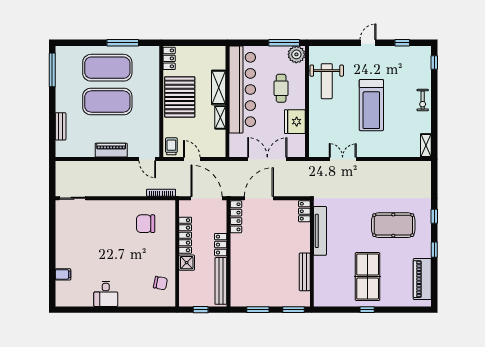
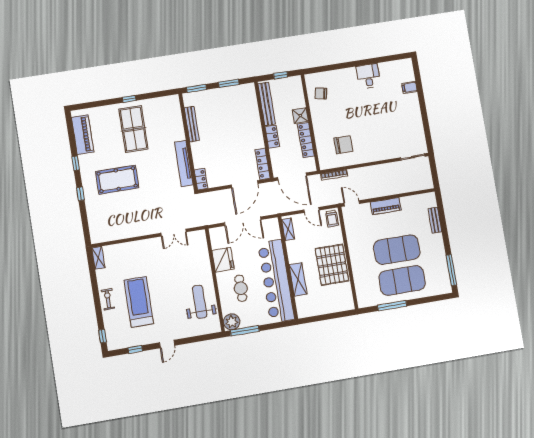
locker: (169, 58) -> (348, 298), removed
treadmill: (371, 105) -> (139, 302), moved
shelving: (220, 117) -> (288, 229), moved

